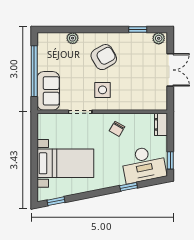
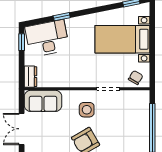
sofa: (48, 91) -> (43, 101), moved, turned -90
chair: (117, 129) -> (136, 78), moved

